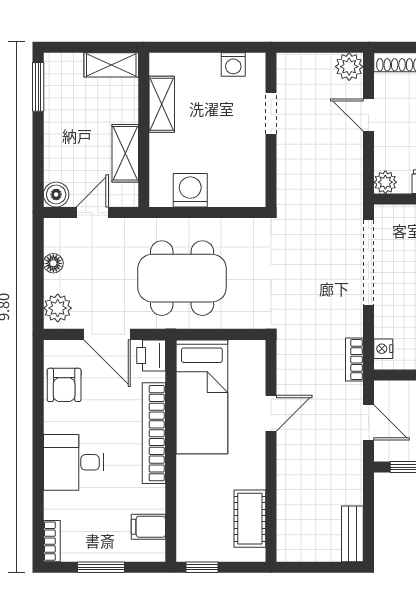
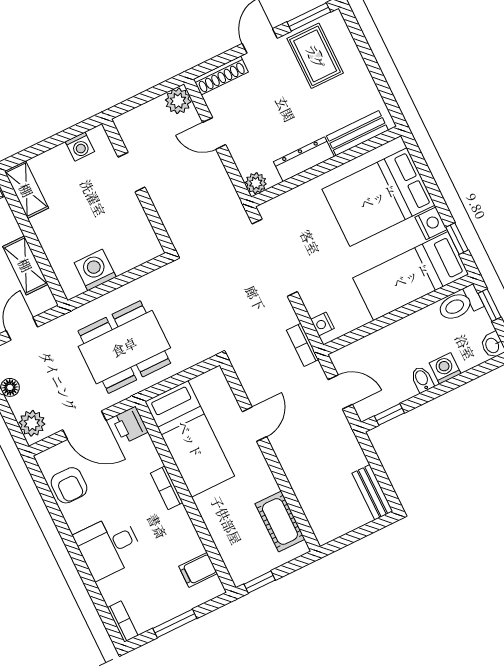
shelving: (162, 104) -> (26, 190), moved
bookcase: (154, 433) -> (167, 488), width x0.43, depth x0.76

